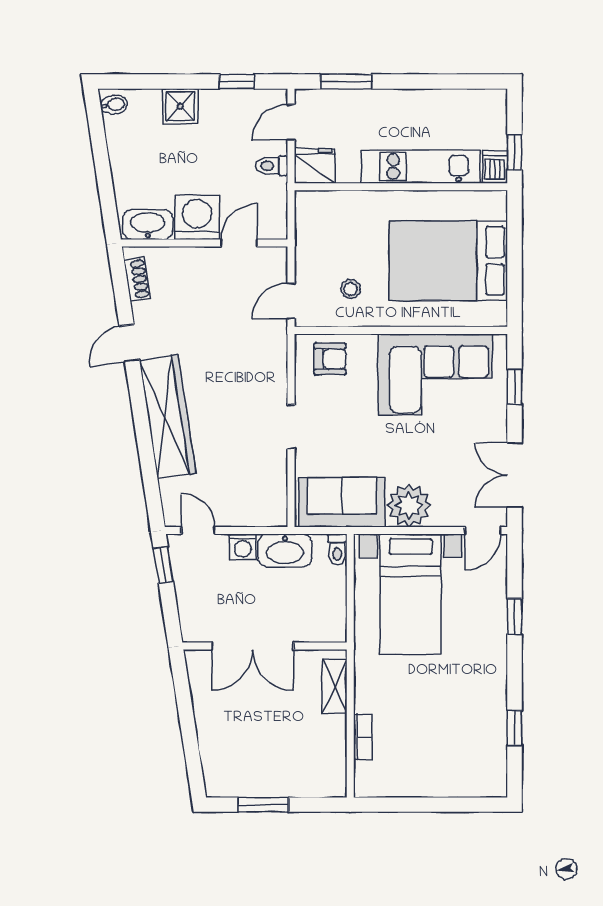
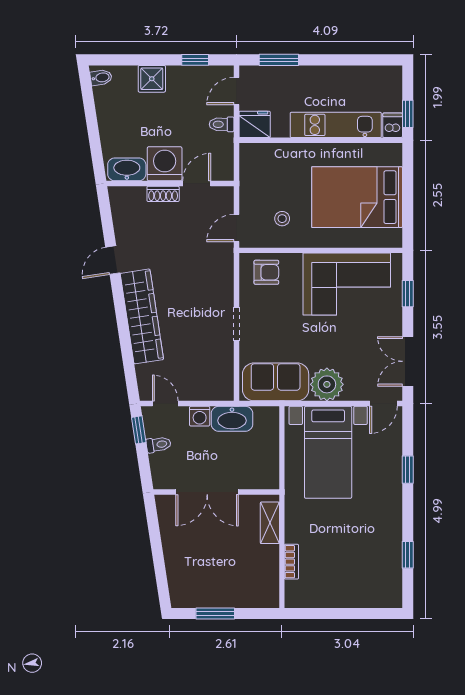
shoe rack: (137, 279) -> (163, 194), moved, turned 99
toilet: (337, 549) -> (158, 445), moved, turned -99

